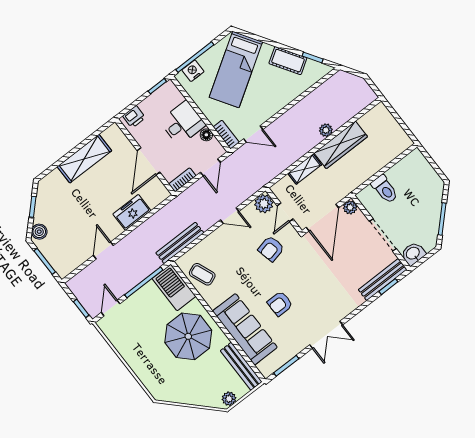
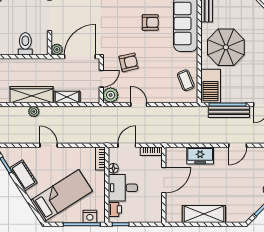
printer: (134, 117) -> (115, 209), moved, turned 90
door: (253, 134) -> (49, 145), moved
bench: (180, 243) -> (229, 112), moved

